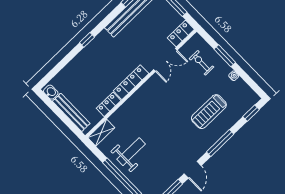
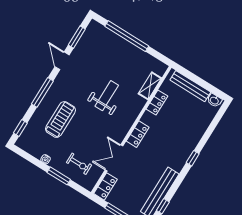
locker: (131, 82) -> (138, 134), width x0.66
shelving: (101, 133) -> (150, 86), moved
weight bench: (131, 152) -> (107, 96), moved, turned 180

